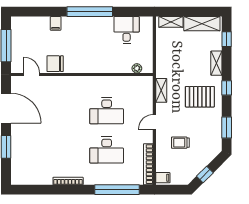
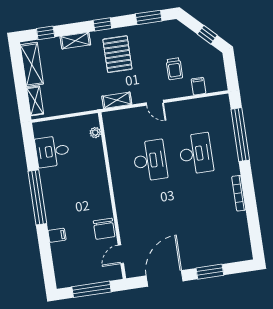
bookcase: (148, 164) -> (205, 103), removed
filing cabinet: (163, 178) -> (198, 86), moved

